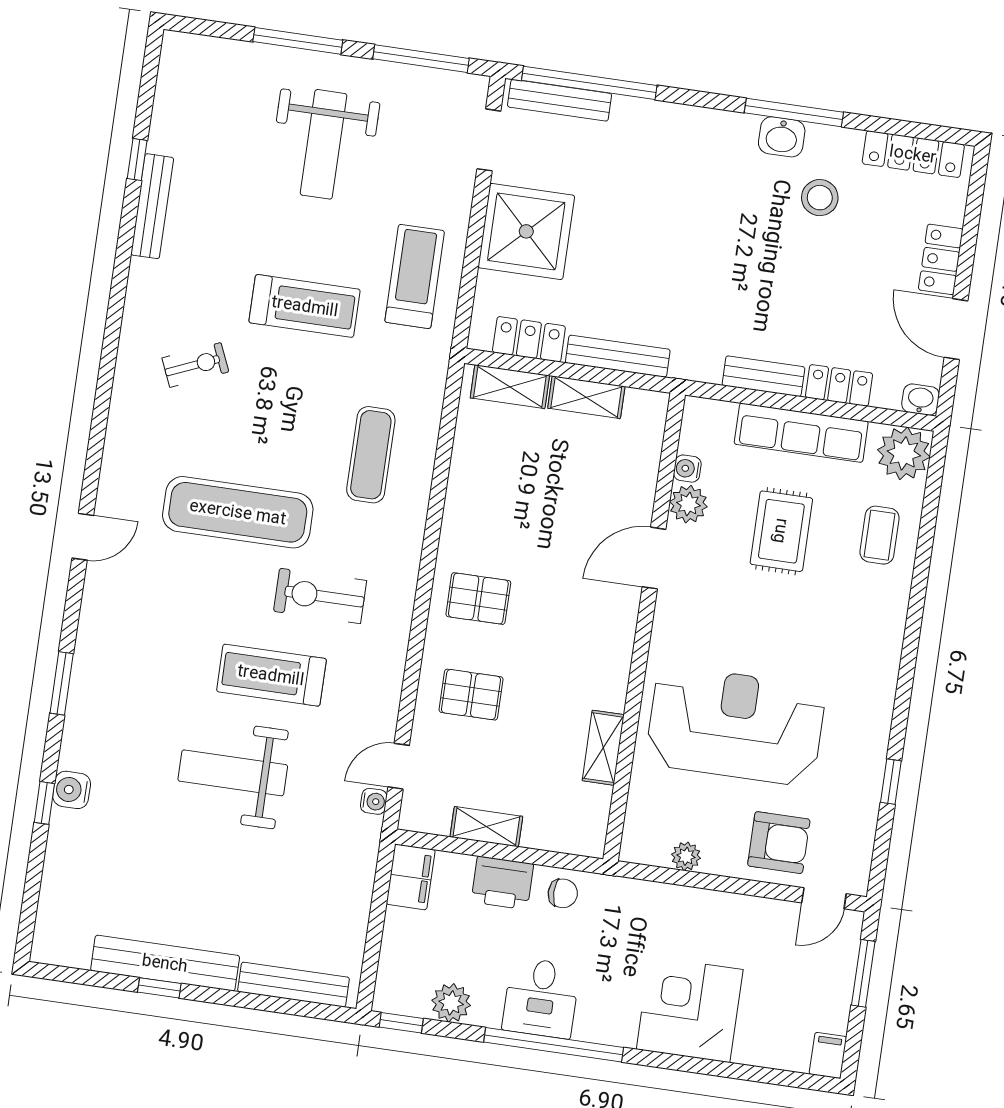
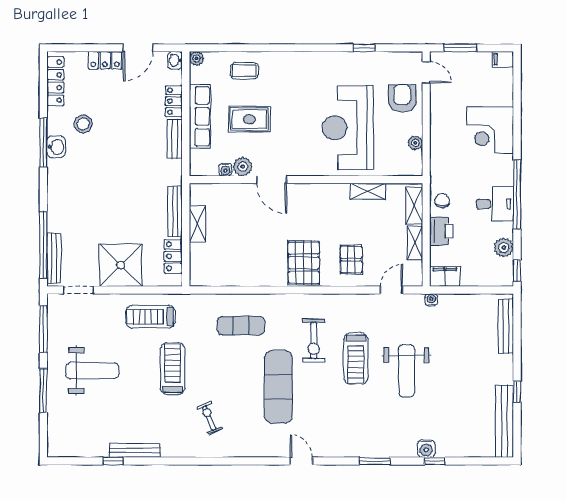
shelving: (510, 387) -> (414, 206), moved
plant: (904, 453) -> (196, 58), width x0.53, depth x0.53
pallet: (478, 599) -> (304, 263), width x1.50, depth x1.42
door: (399, 766) -> (392, 290), swing flipped
water cooler: (374, 801) -> (431, 300), moved
bench: (165, 963) -> (504, 421), moved

